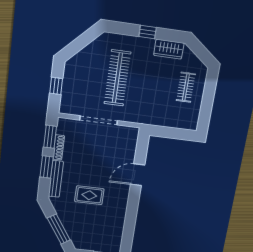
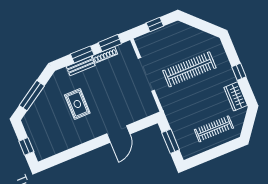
clothes rail: (186, 87) -> (214, 129), width x1.36
window: (172, 133) -> (171, 141), added
door: (138, 175) -> (118, 134), swing flipped
bench: (56, 179) -> (81, 66), width x0.73

